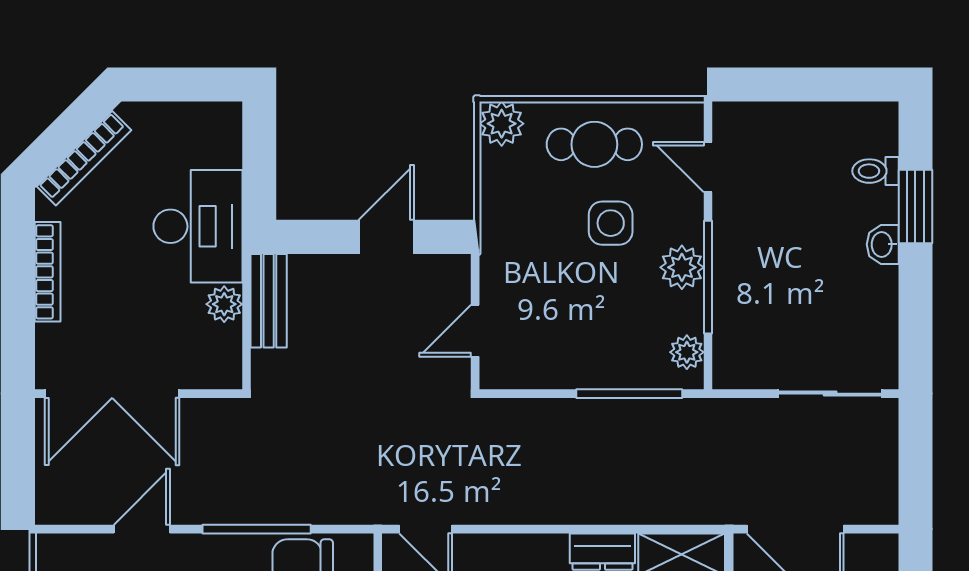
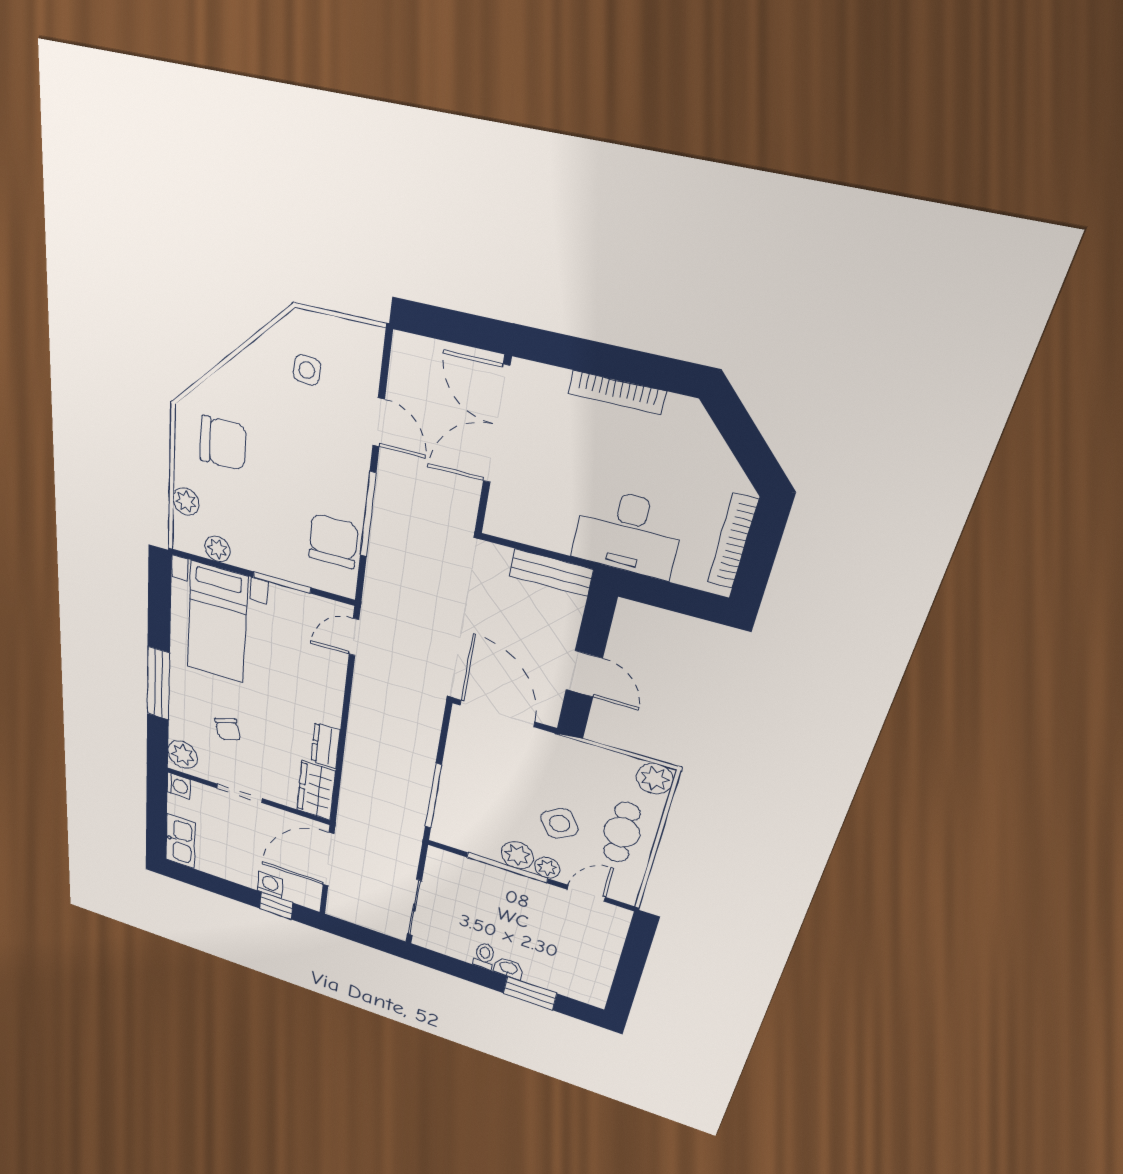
bookcase: (84, 158) -> (733, 541), moved, turned 45
toilet: (875, 171) -> (484, 956), moved
side table: (611, 223) -> (559, 824), turned -33
plant: (224, 304) -> (556, 537), removed
door: (475, 331) -> (497, 713), width x1.88
plant: (687, 352) -> (547, 868), moved

